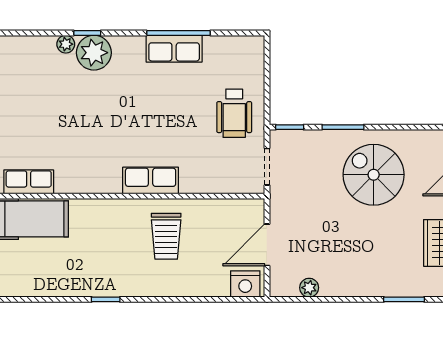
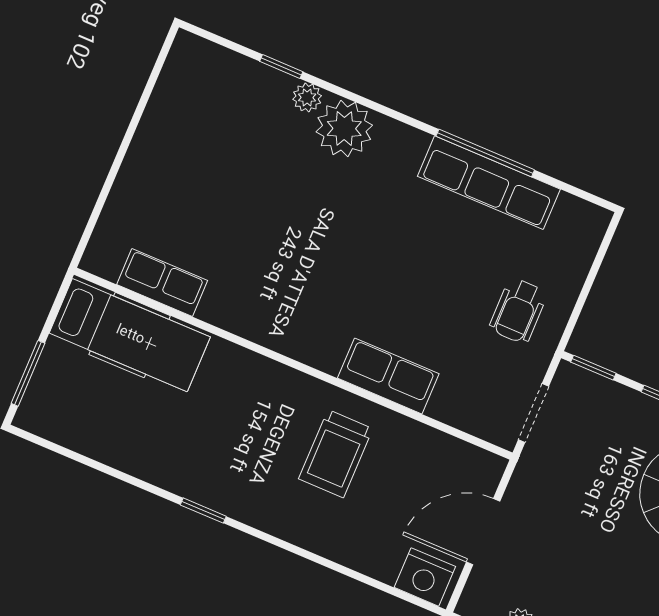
window: (87, 33) -> (281, 66), moved
row of seats: (174, 49) -> (489, 183), width x1.48
wheelchair: (234, 113) -> (518, 311), width x0.73, depth x0.73
row of seats: (151, 180) -> (388, 376), moved

